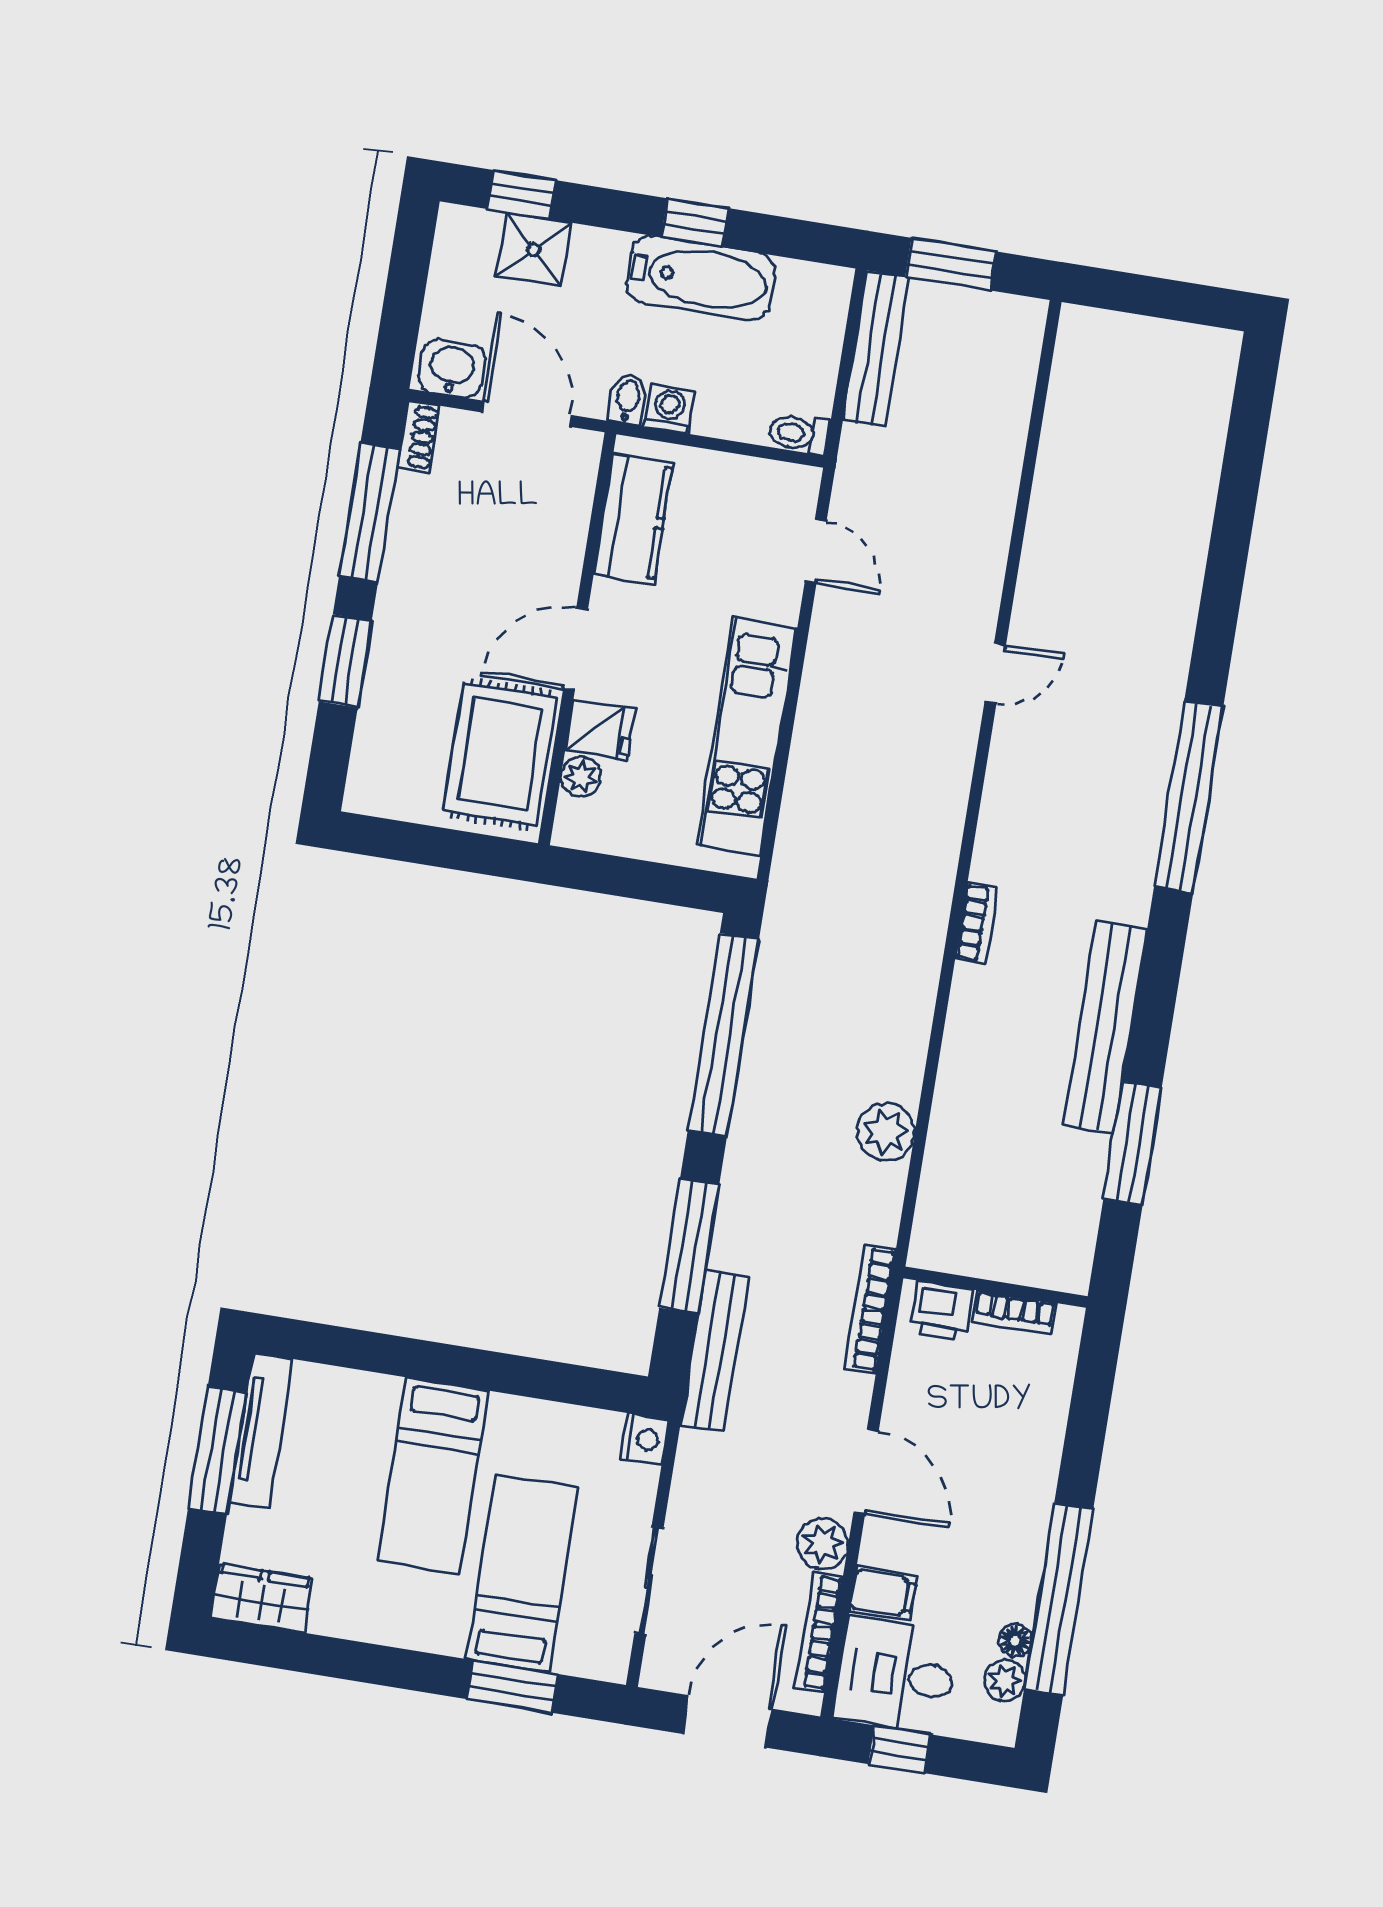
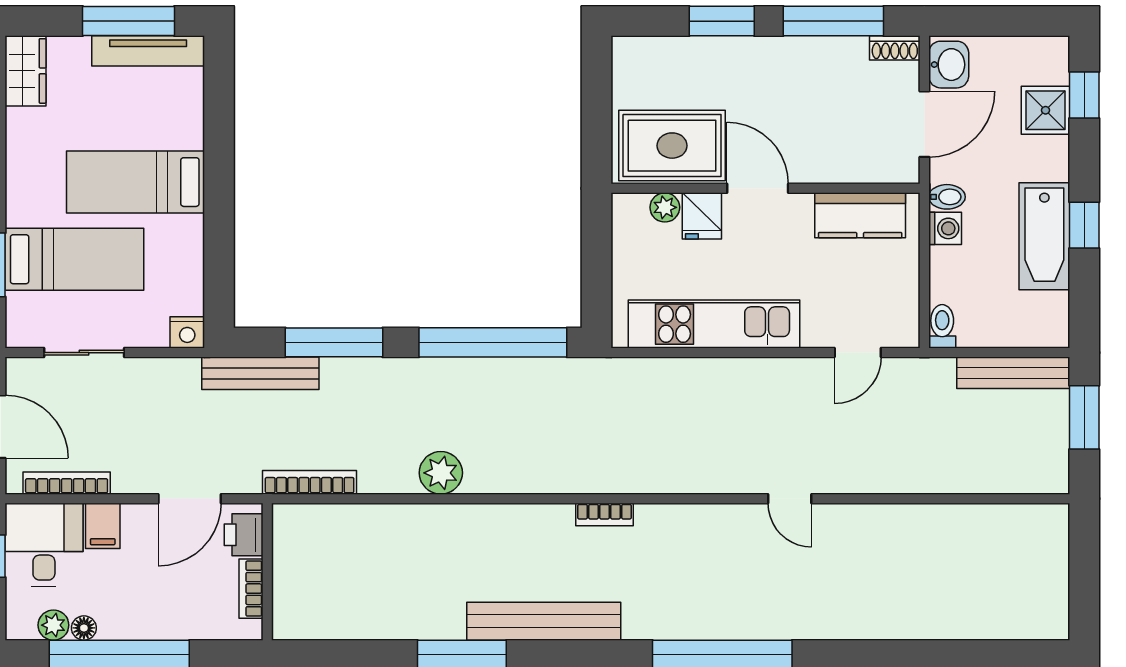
wall: (996, 1287) -> (267, 572), moved
printer: (941, 1311) -> (244, 535), moved
bookcase: (1014, 1313) -> (251, 589), moved
plant: (823, 1544) -> (132, 475), removed

